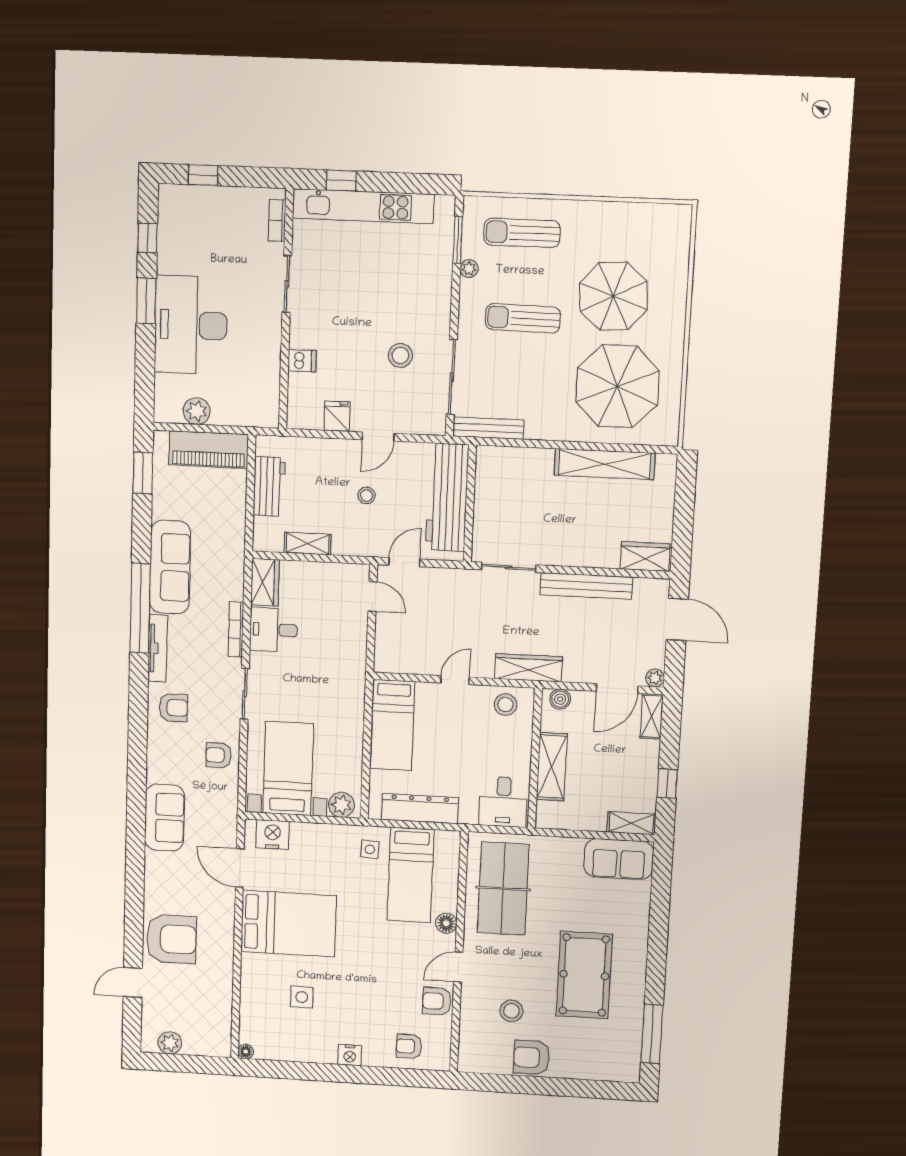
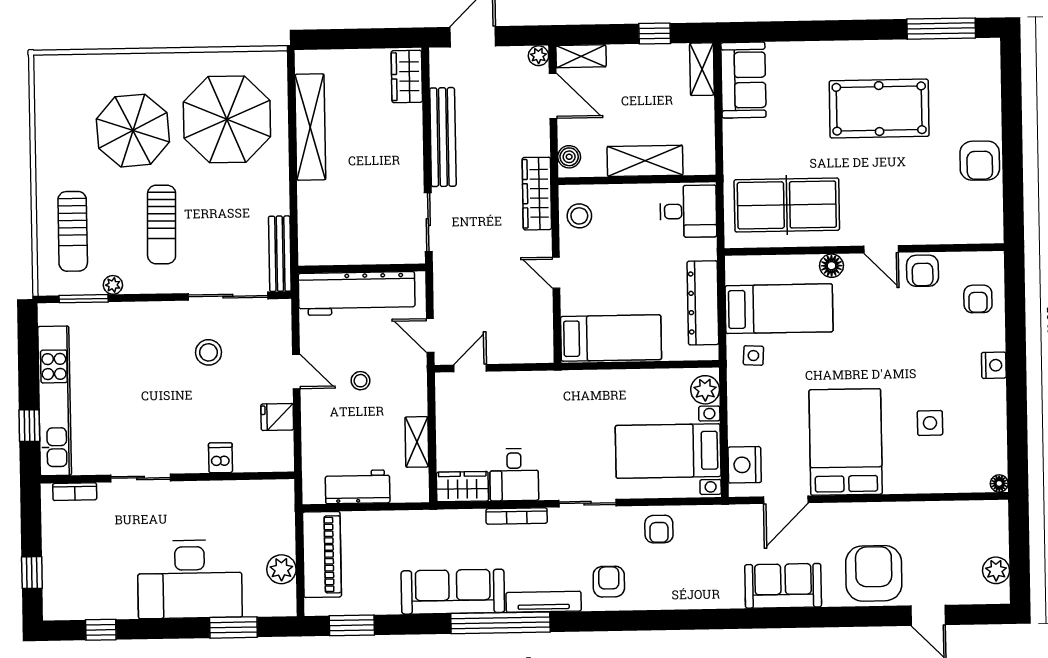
window: (146, 301) -> (233, 627), moved
sofa: (165, 818) -> (783, 586), moved
stool: (511, 1011) -> (927, 187), removed

